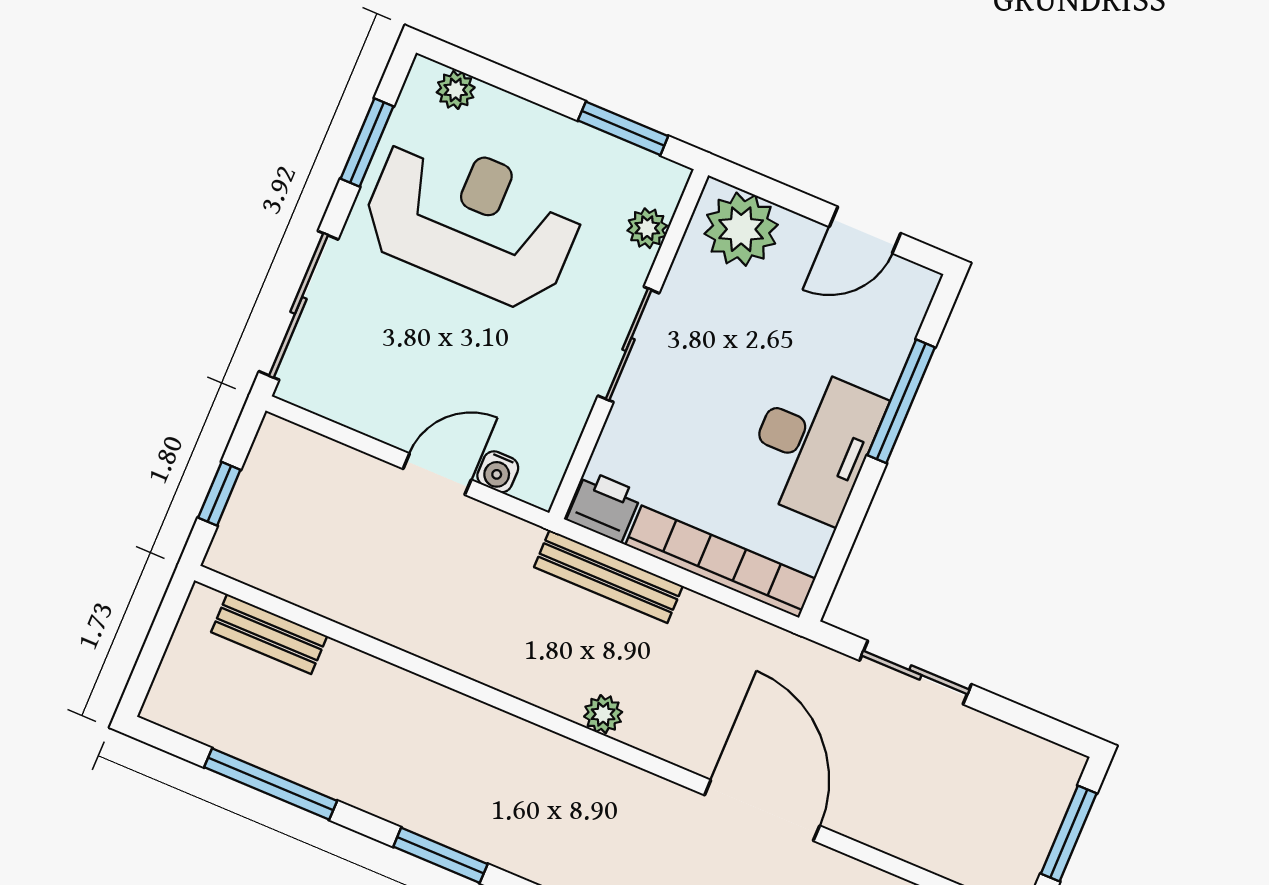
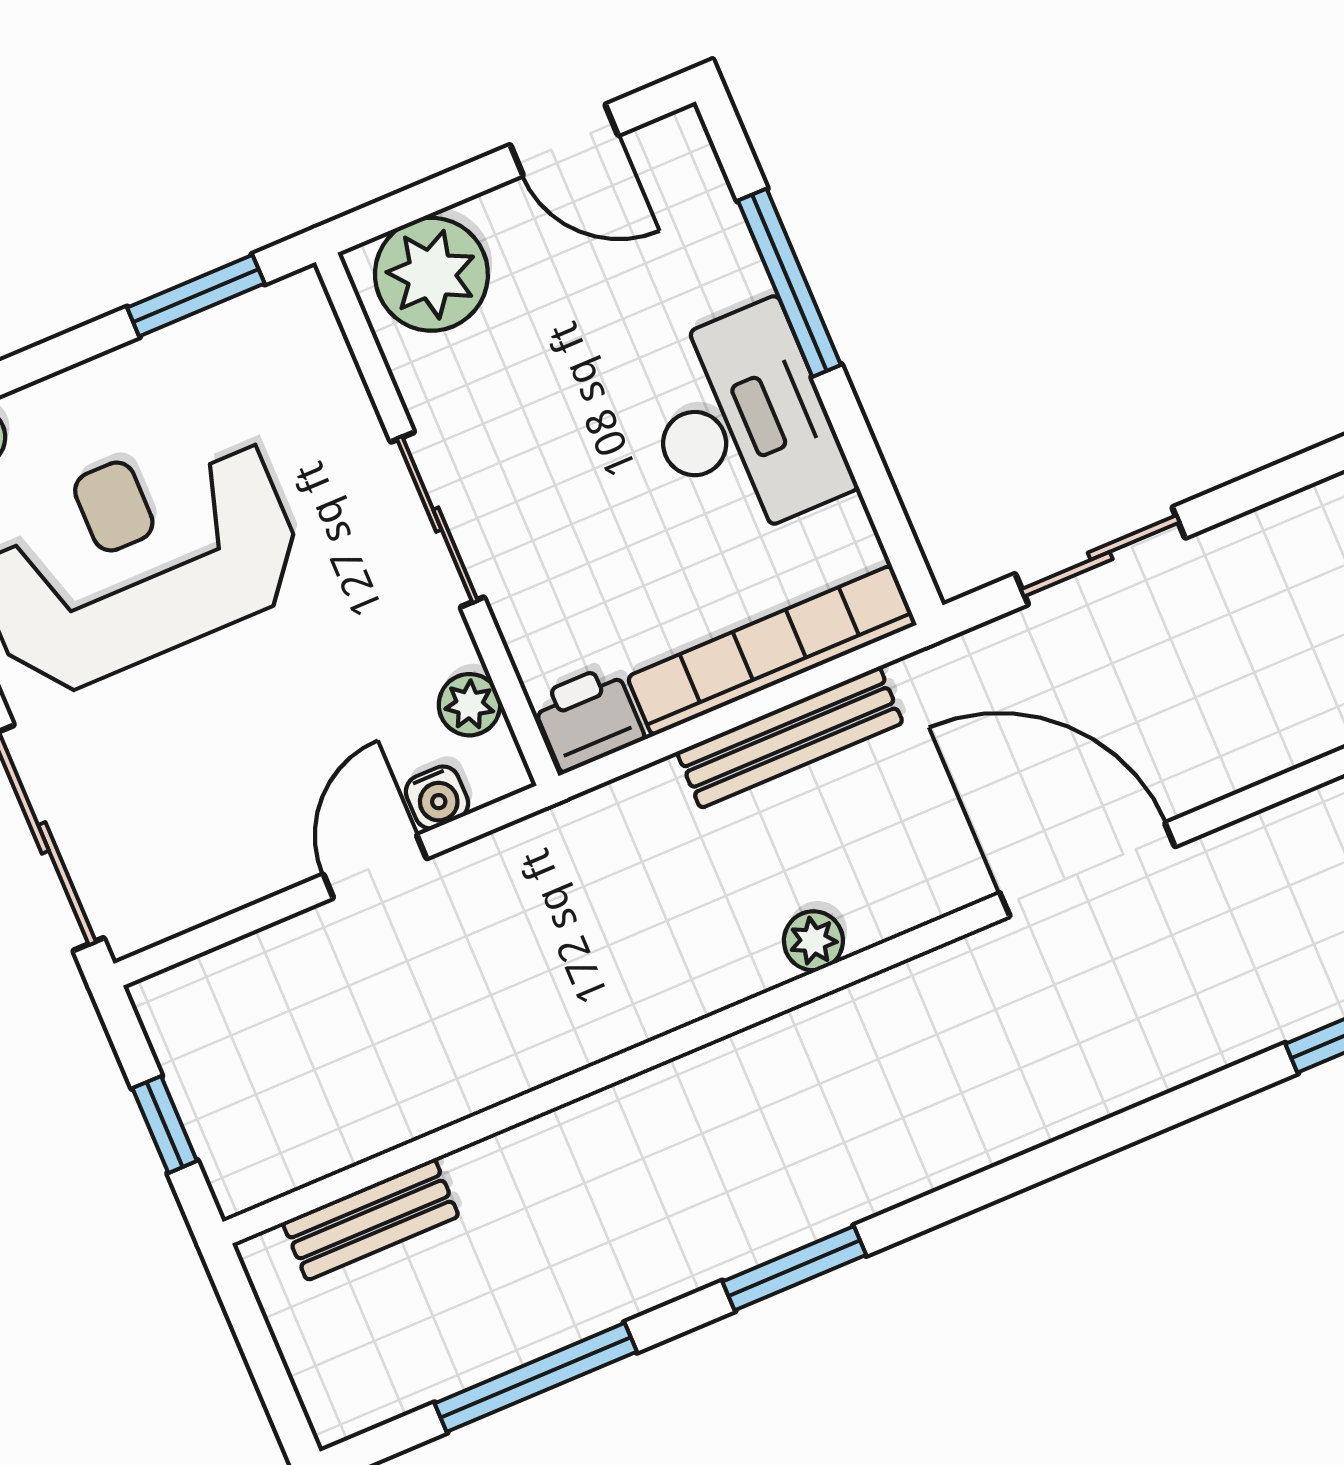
plant: (647, 228) -> (469, 705), moved
door: (865, 230) -> (564, 140), hinge flipped
bench: (608, 577) -> (790, 737), moved

